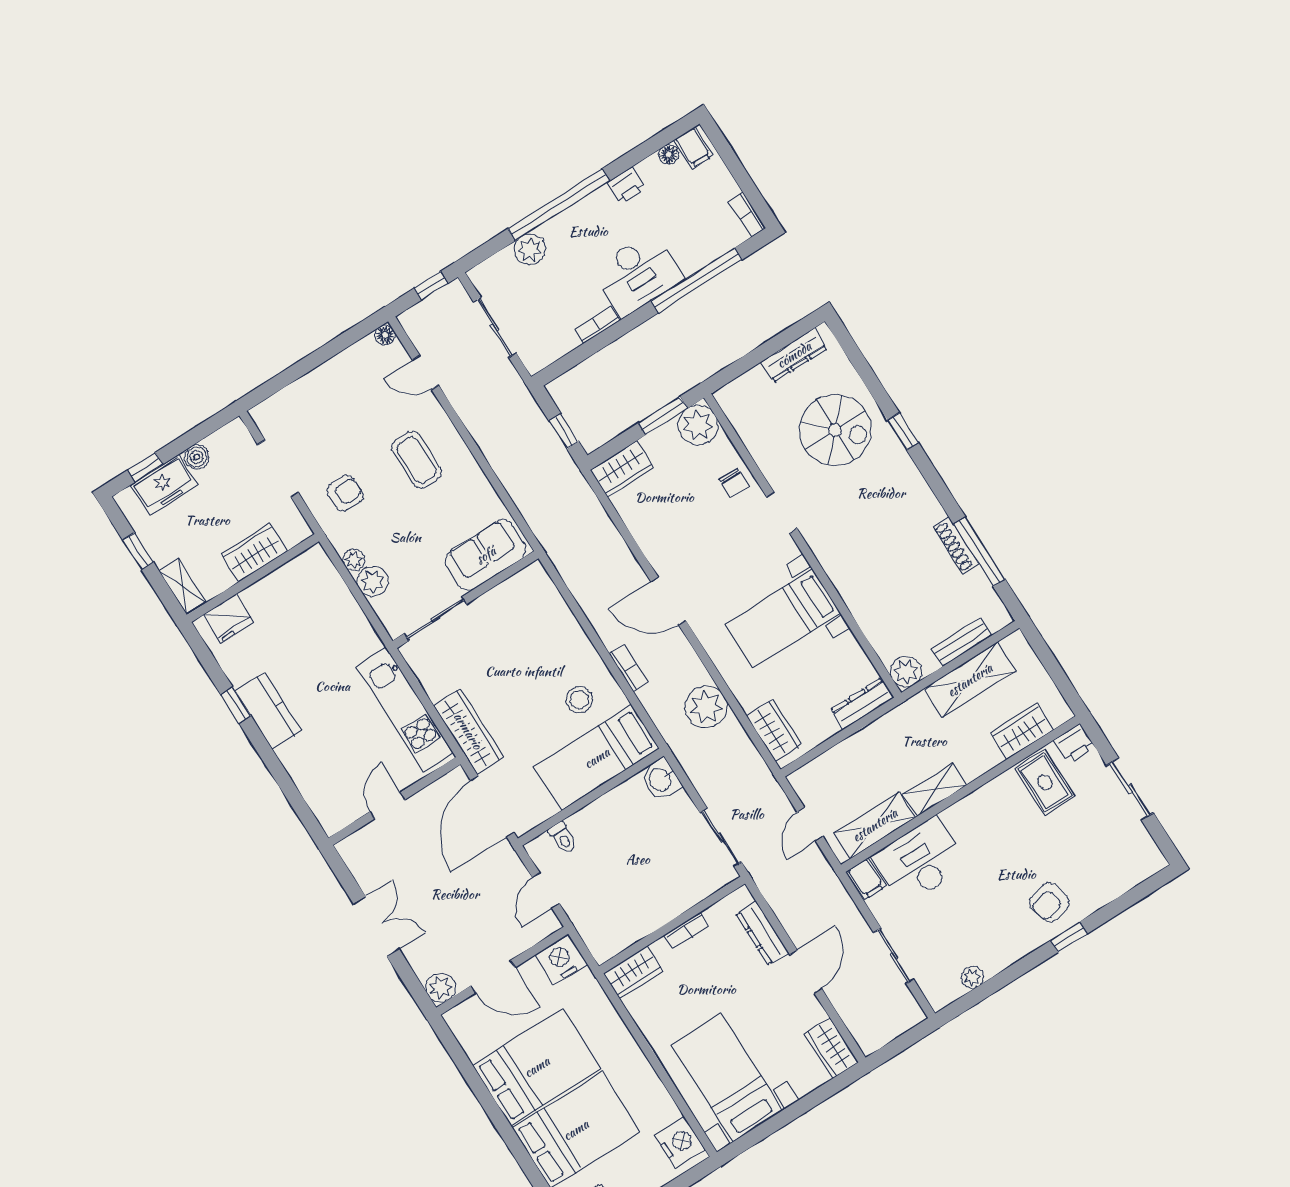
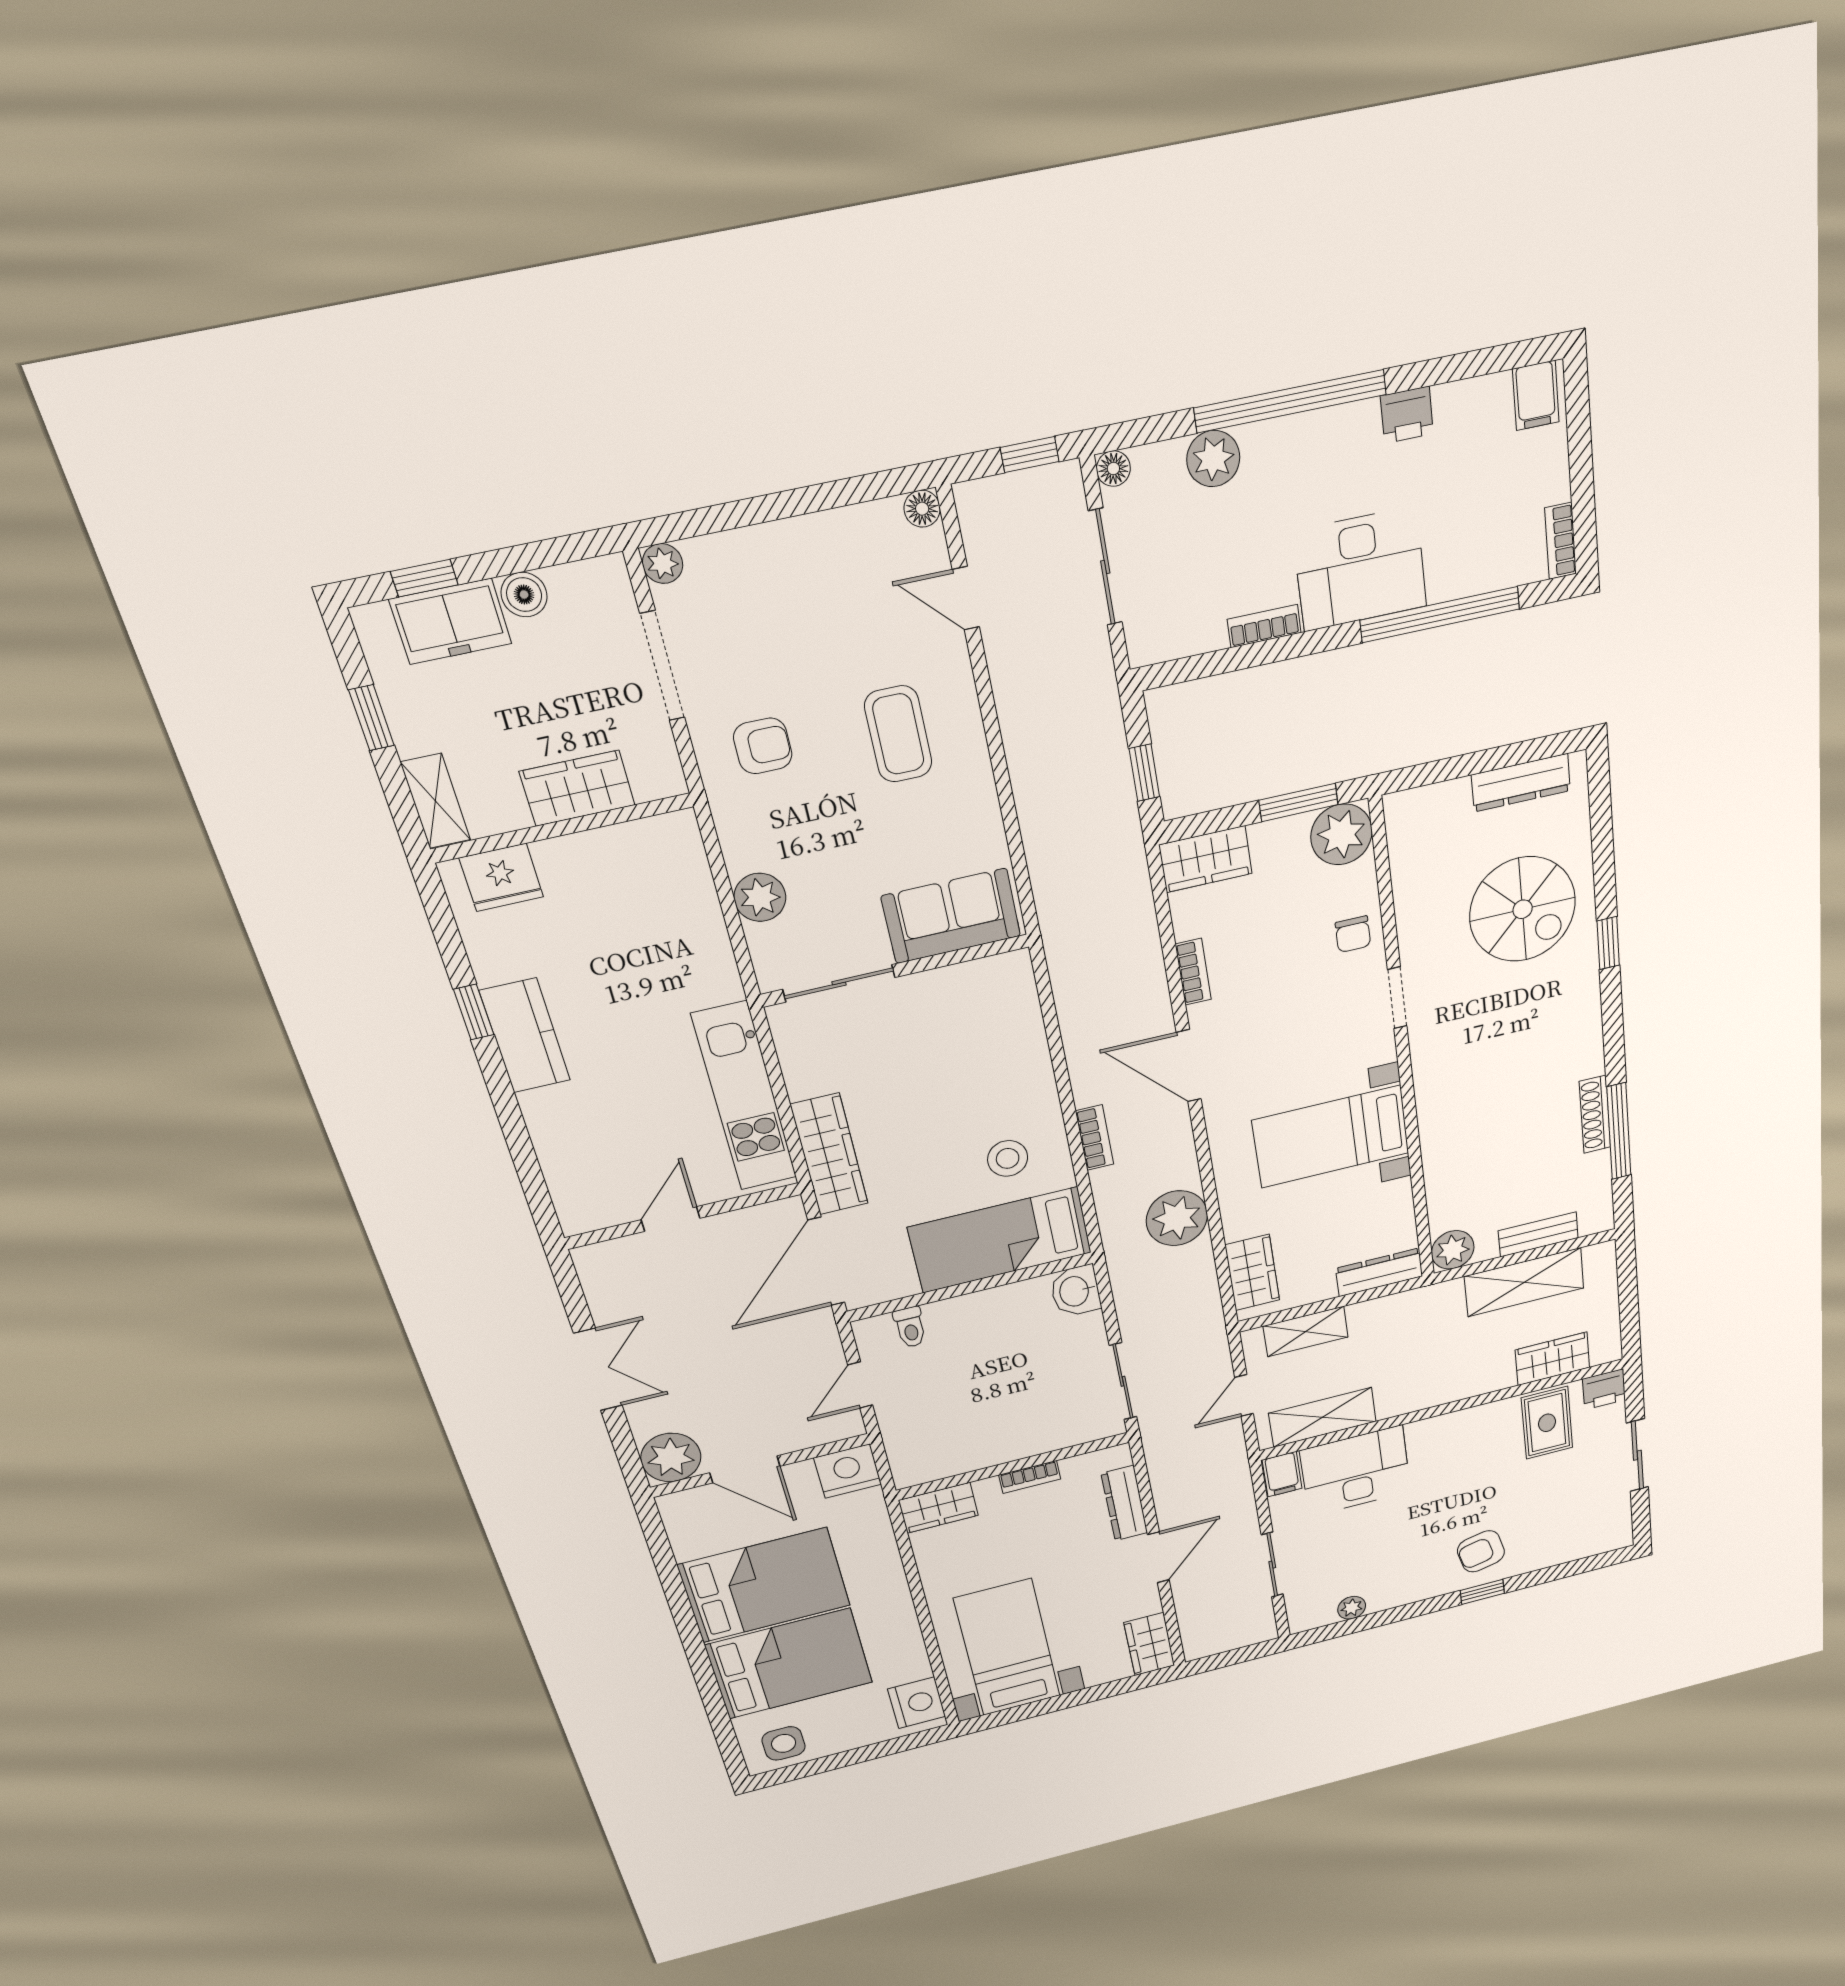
floor lamp: (669, 155) -> (1113, 469), moved
bookcase: (645, 540) -> (1193, 972), added
plant: (354, 560) -> (663, 564), moved
shelving: (935, 790) -> (1306, 1331), moved
plant: (441, 988) -> (671, 1457), width x1.36, depth x1.36

